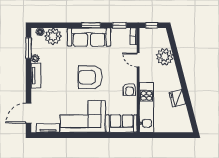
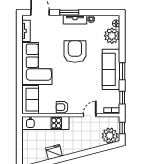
window: (28, 48) -> (69, 13), moved
plant: (165, 57) -> (110, 136), moved
armchair: (90, 77) -> (75, 52), moved

